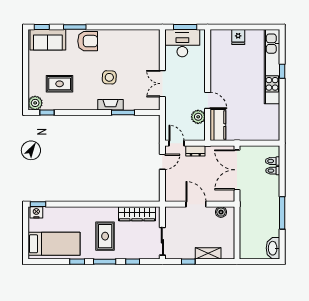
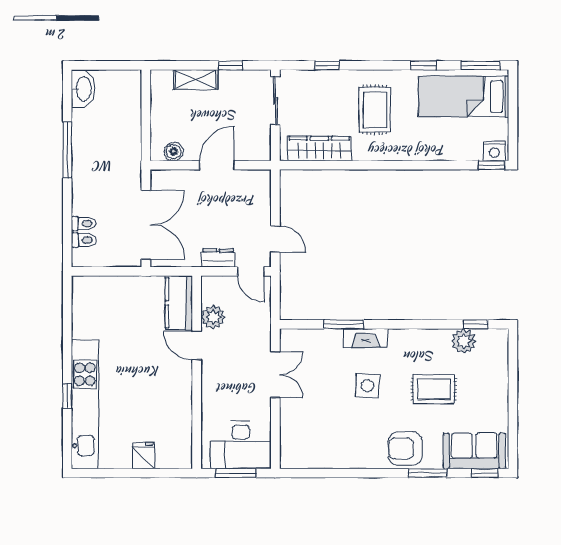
rug: (60, 84) -> (434, 389), moved
plant: (35, 103) -> (464, 341), moved
door: (162, 162) -> (275, 239), swing flipped
door: (196, 204) -> (217, 165), swing flipped
window: (105, 262) -> (480, 65), moved

